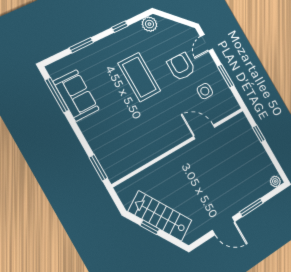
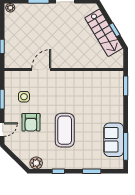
door: (204, 132) -> (41, 70), swing flipped

